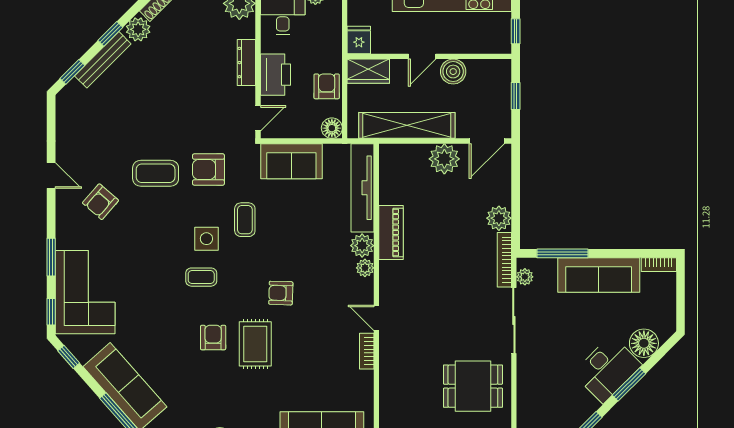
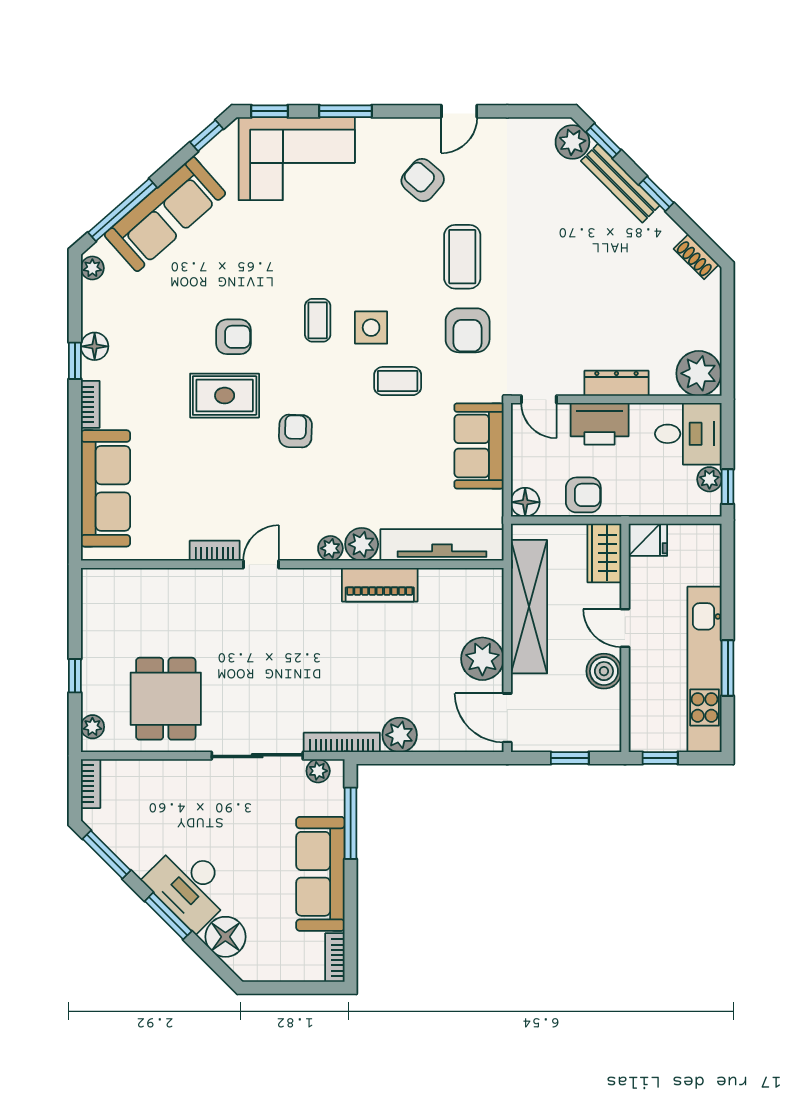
plant: (138, 29) -> (572, 142), moved
armchair: (208, 169) -> (468, 330), turned 180

